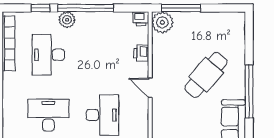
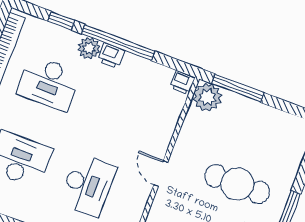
printer: (141, 53) -> (111, 56), moved, turned -90
desk: (48, 55) -> (49, 83), turned -90
cafe table: (206, 75) -> (237, 184), turned 49

